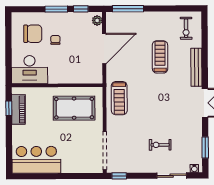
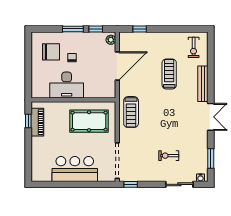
window: (128, 9) -> (140, 29), width x0.46
desk: (30, 70) -> (67, 85), moved
bar counter: (36, 160) -> (75, 169), moved

